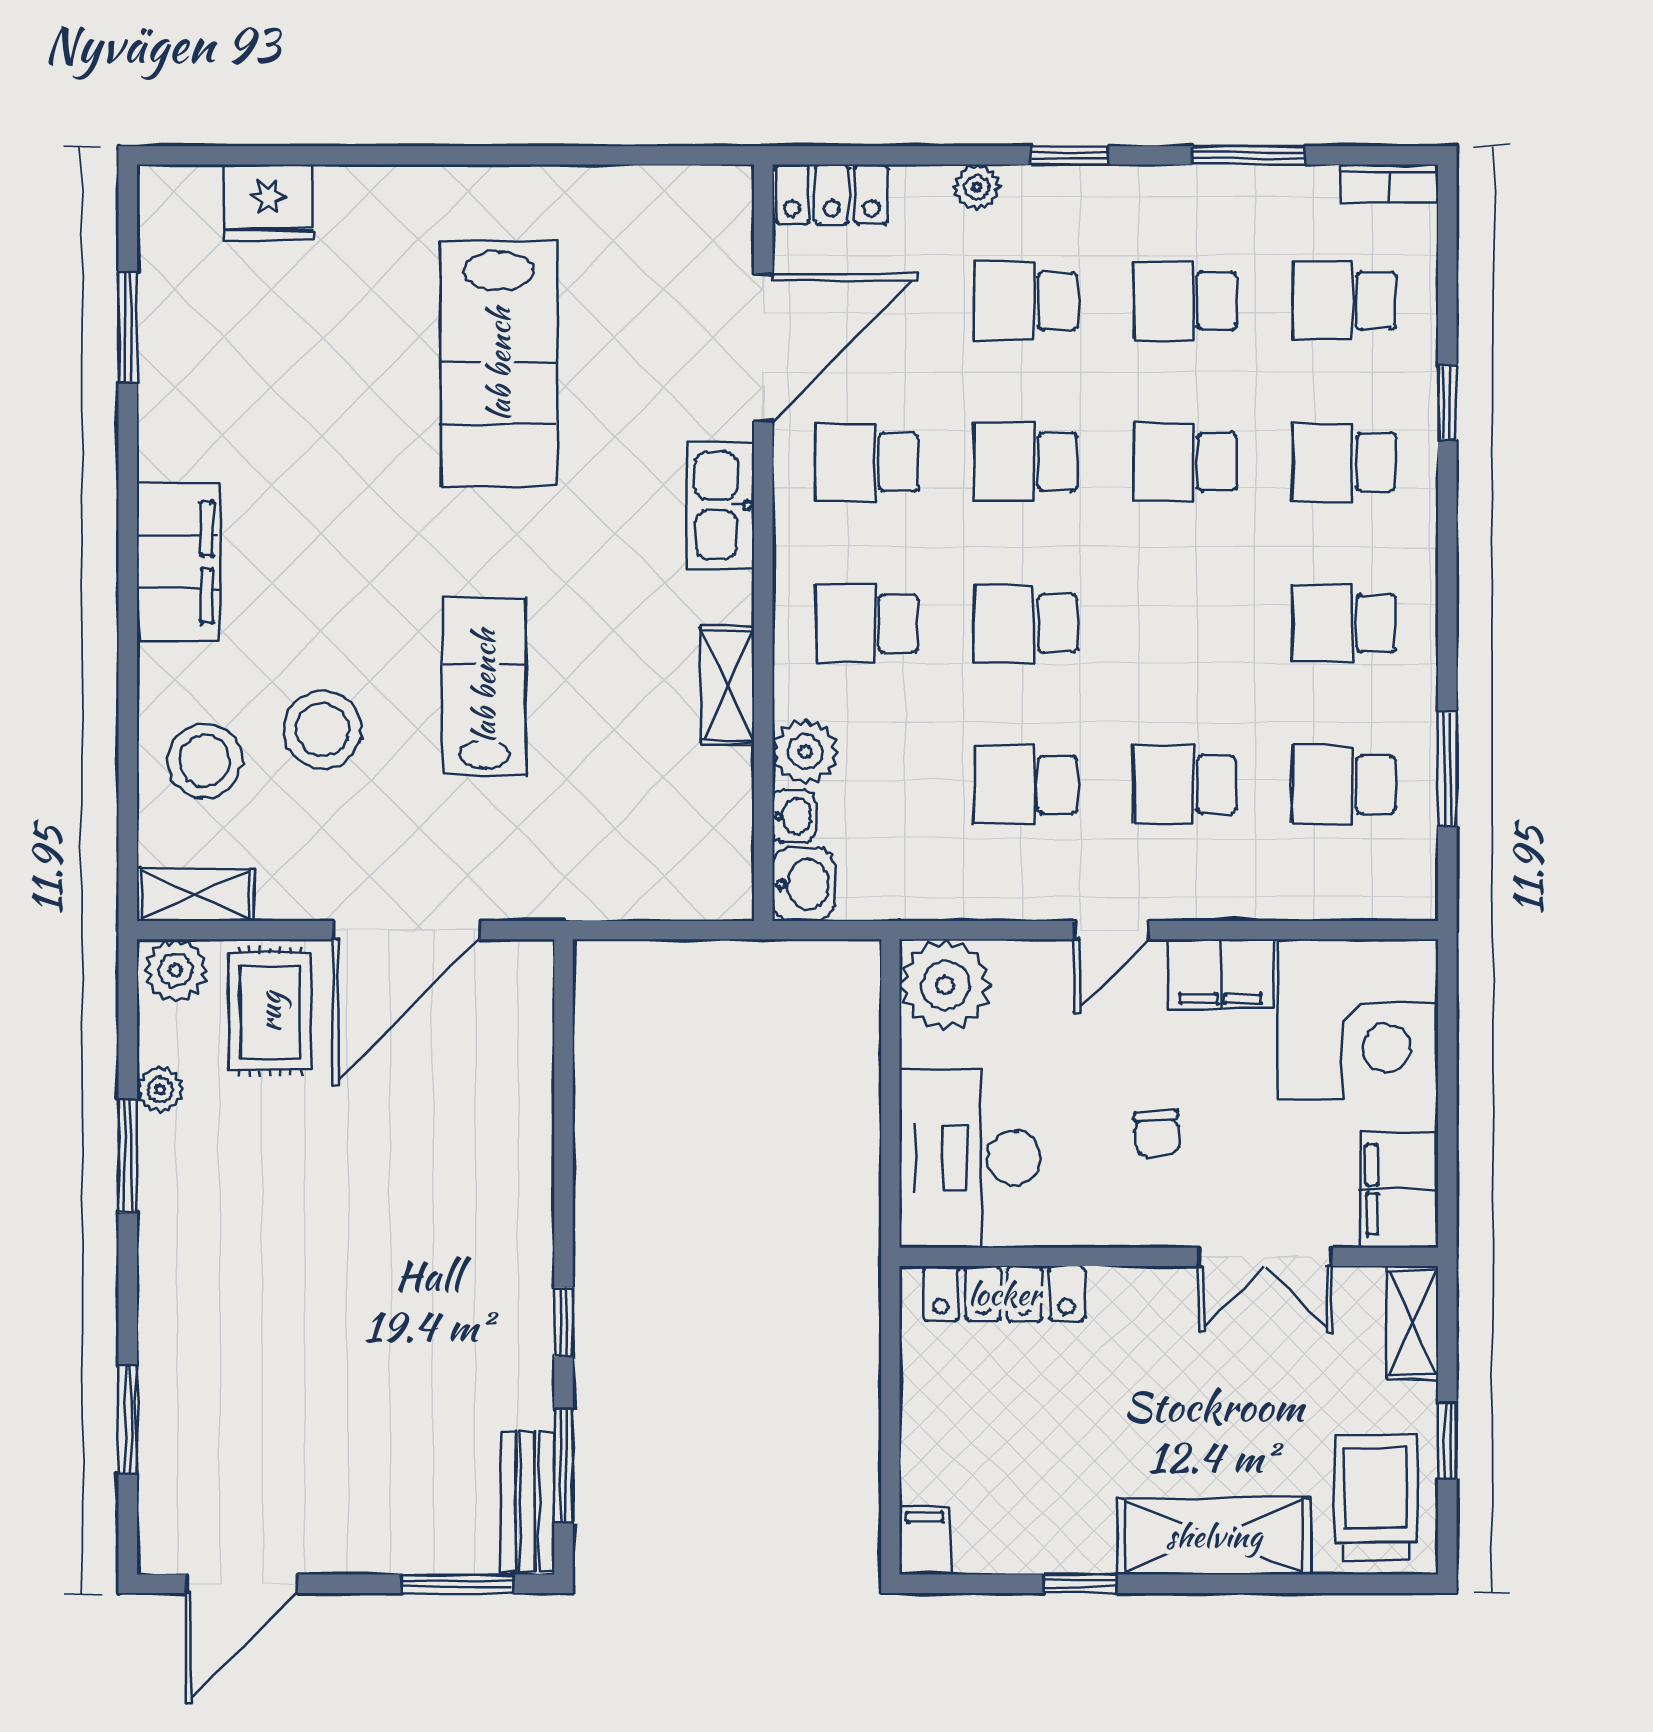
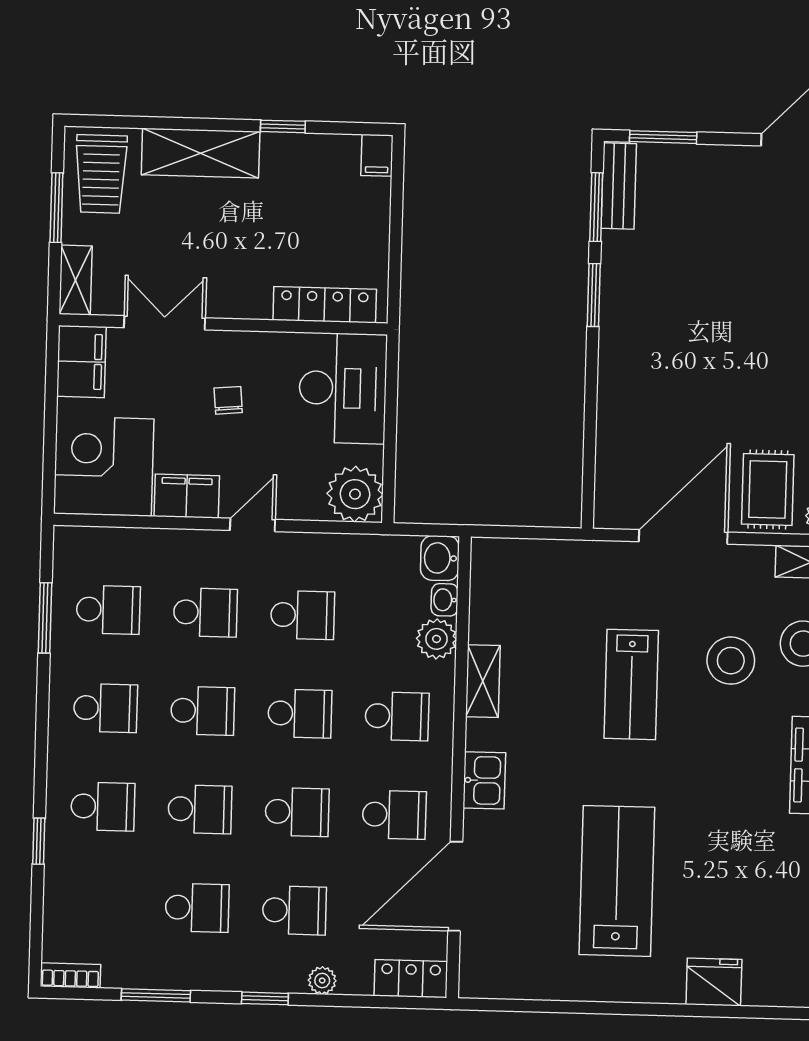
fridge: (268, 203) -> (714, 982), moved
school desk: (1344, 301) -> (203, 711), moved
kitchen sink: (721, 505) -> (484, 780), width x0.73
window: (564, 1322) -> (594, 295), width x1.50
window: (1447, 1440) -> (56, 208), width x1.50

